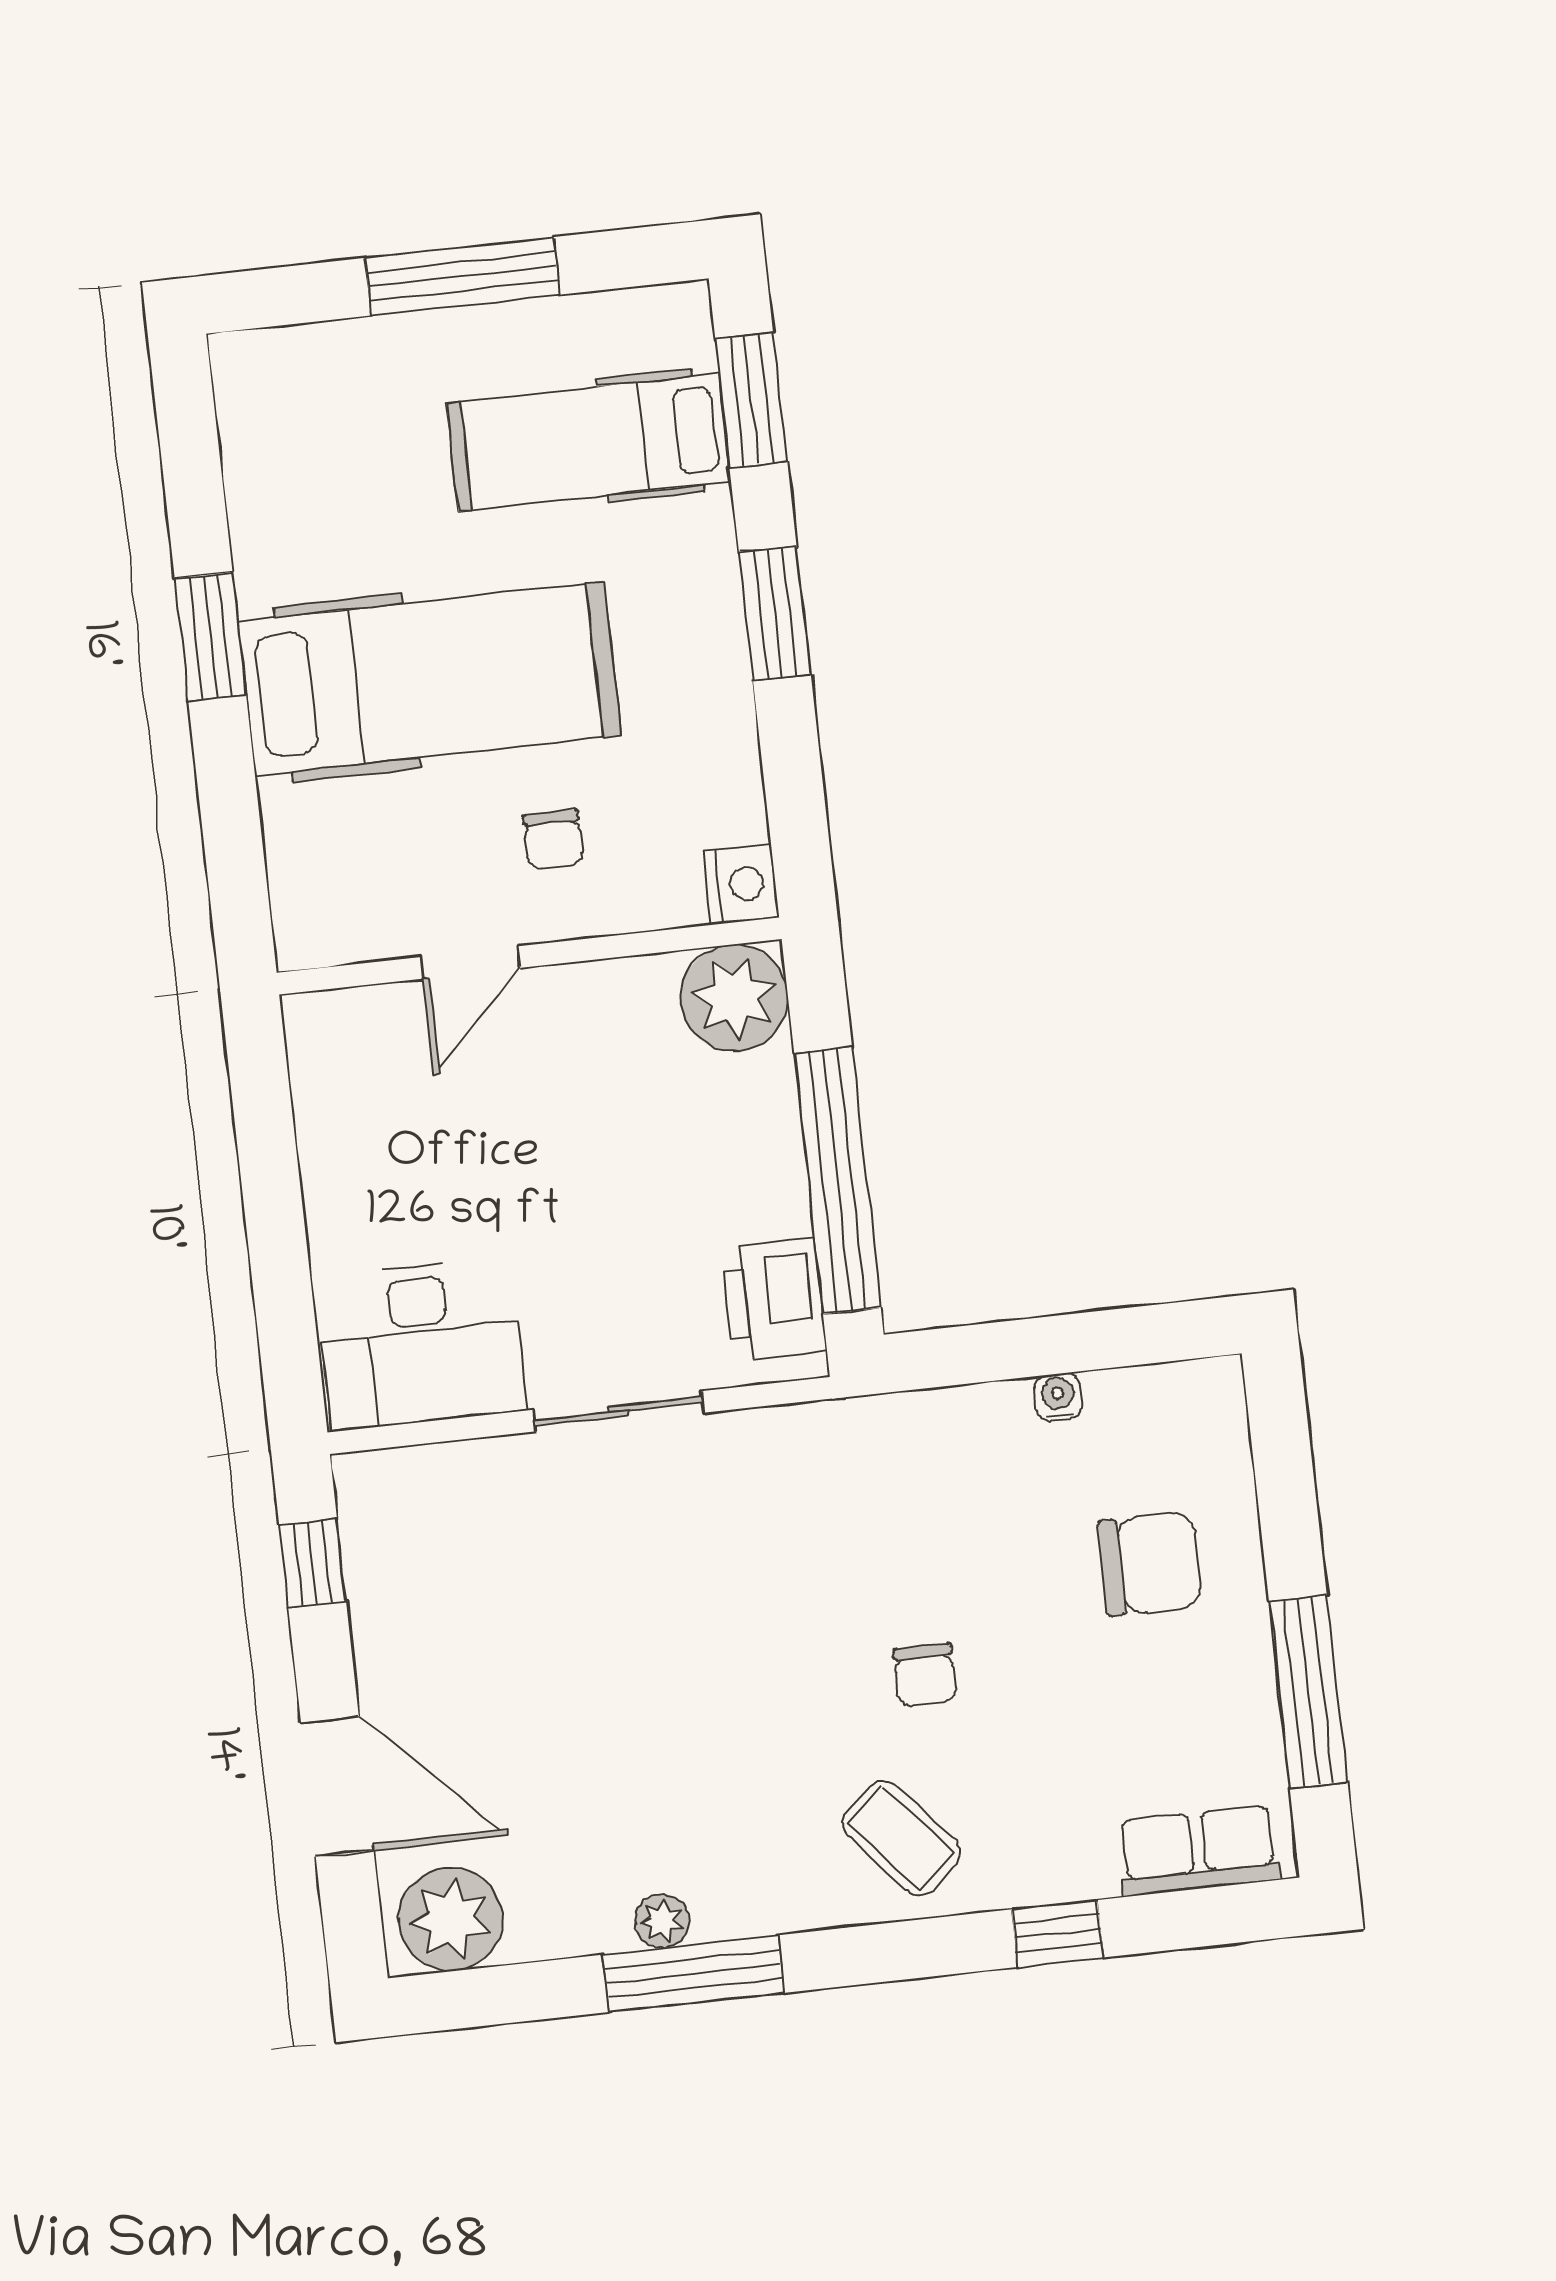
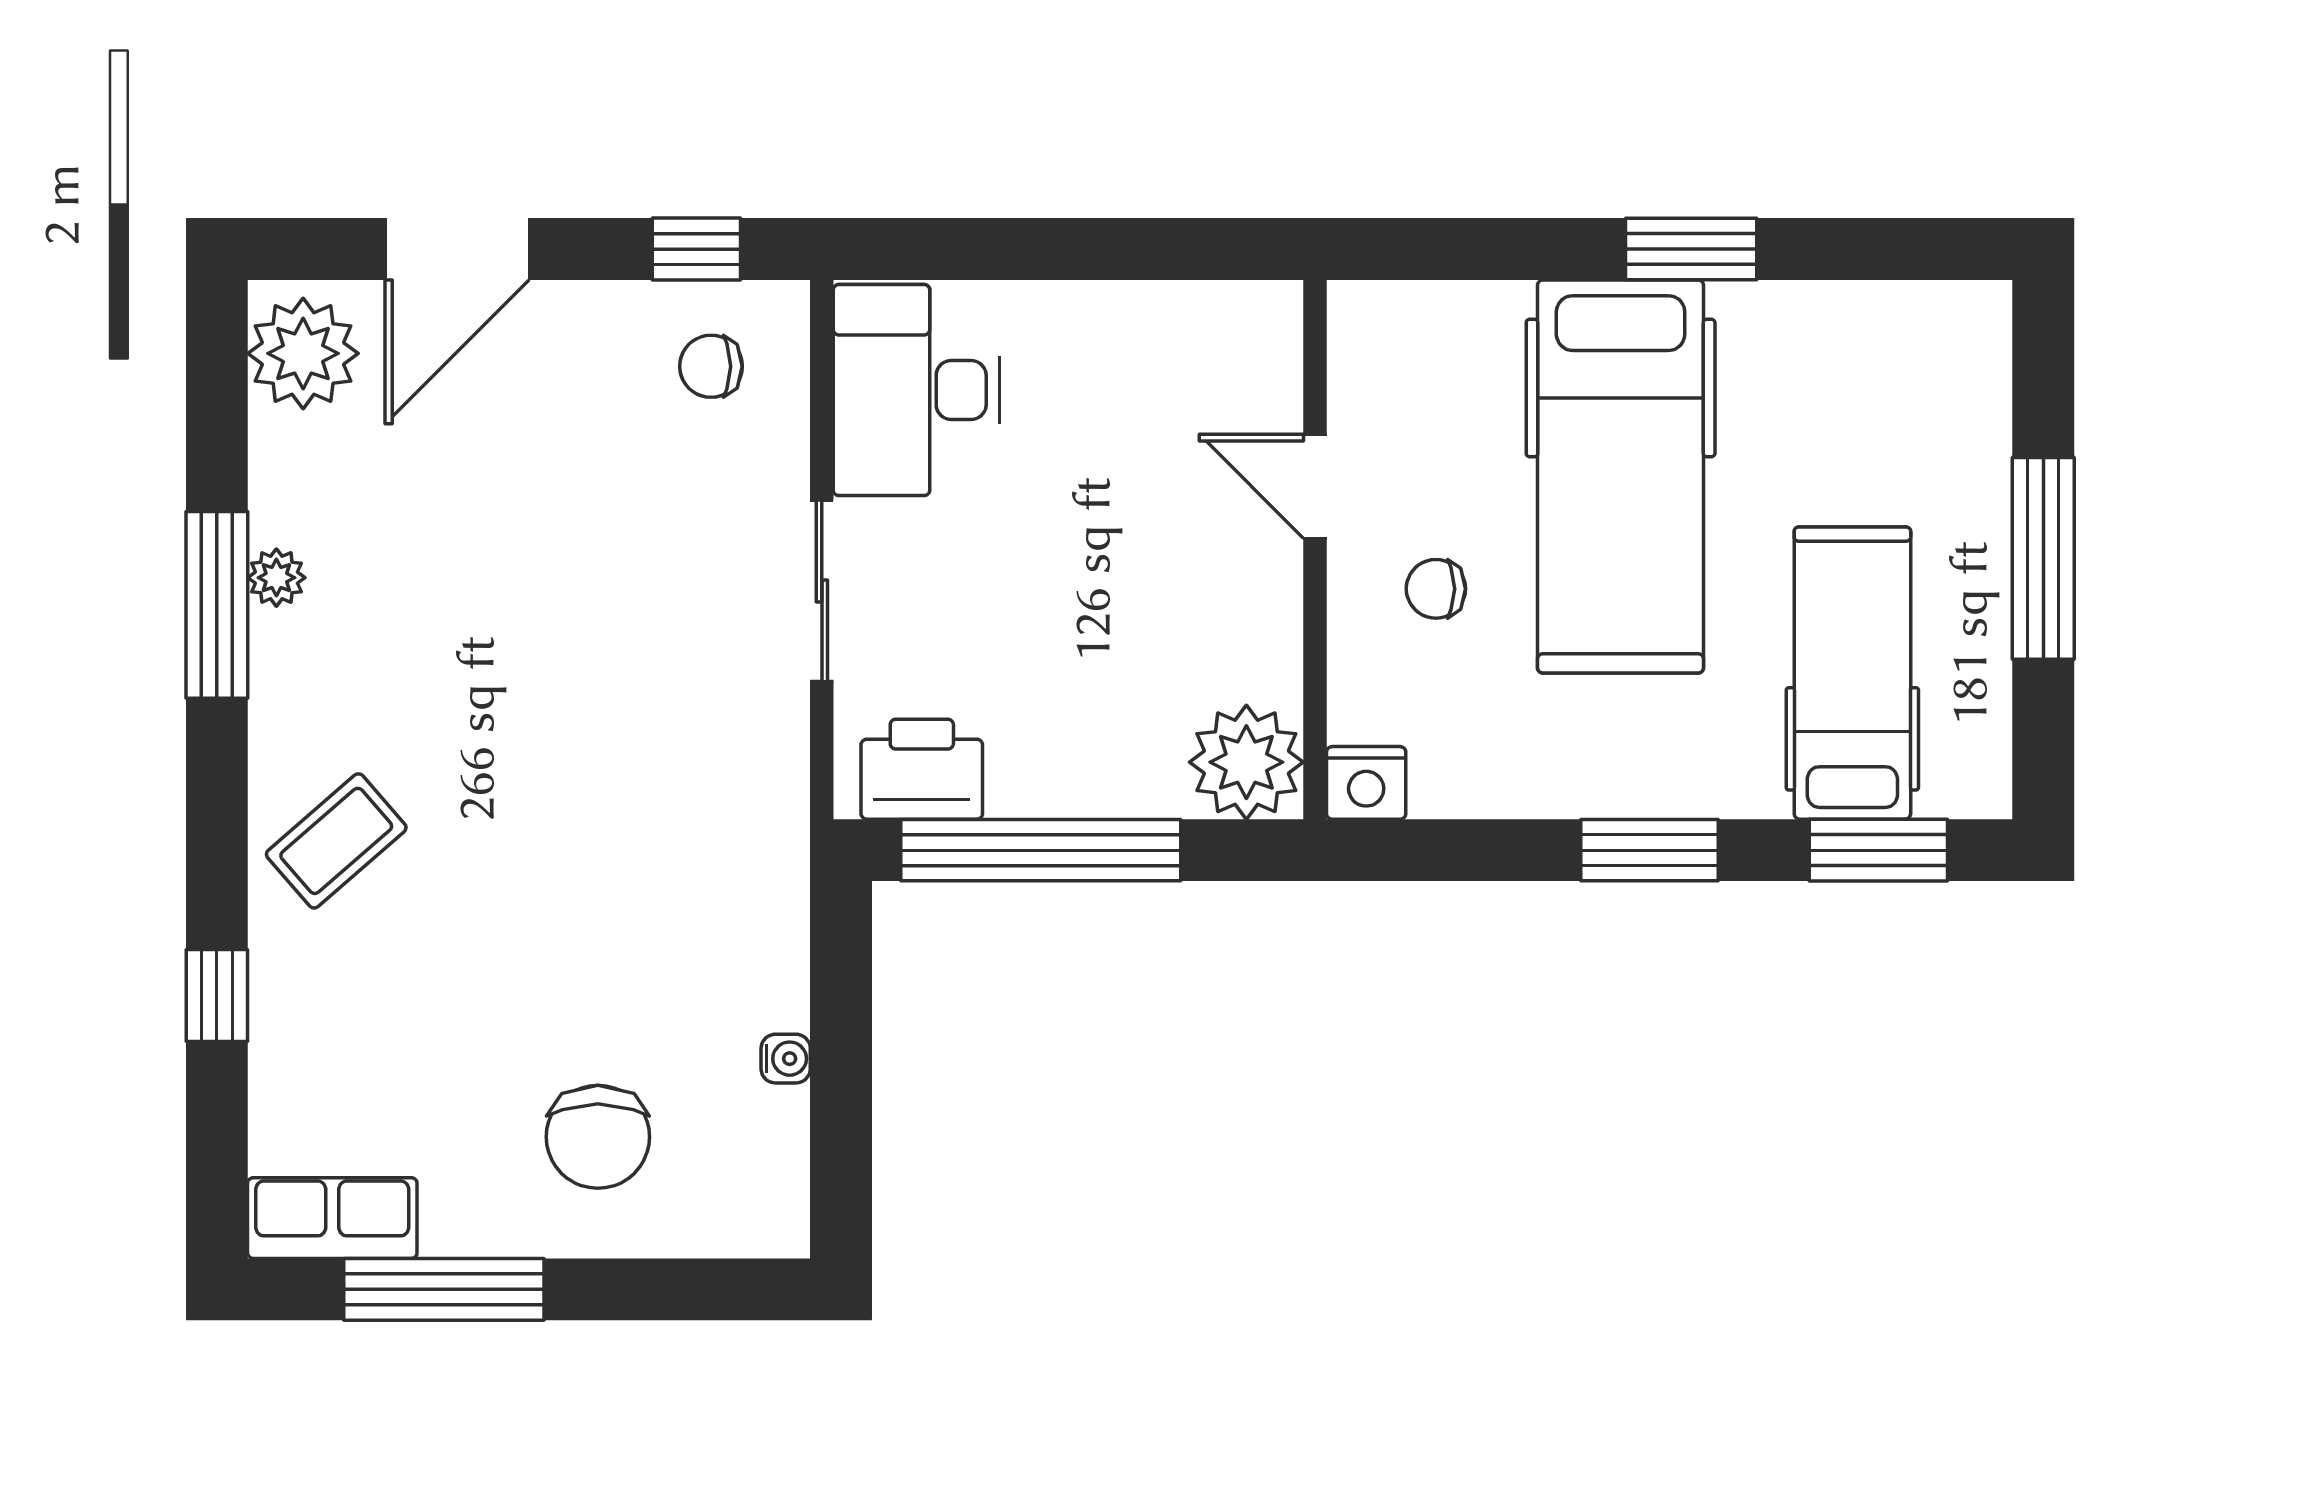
chair: (925, 1675) -> (711, 366), moved
row of seats: (1198, 1851) -> (332, 1218), moved, turned -90

